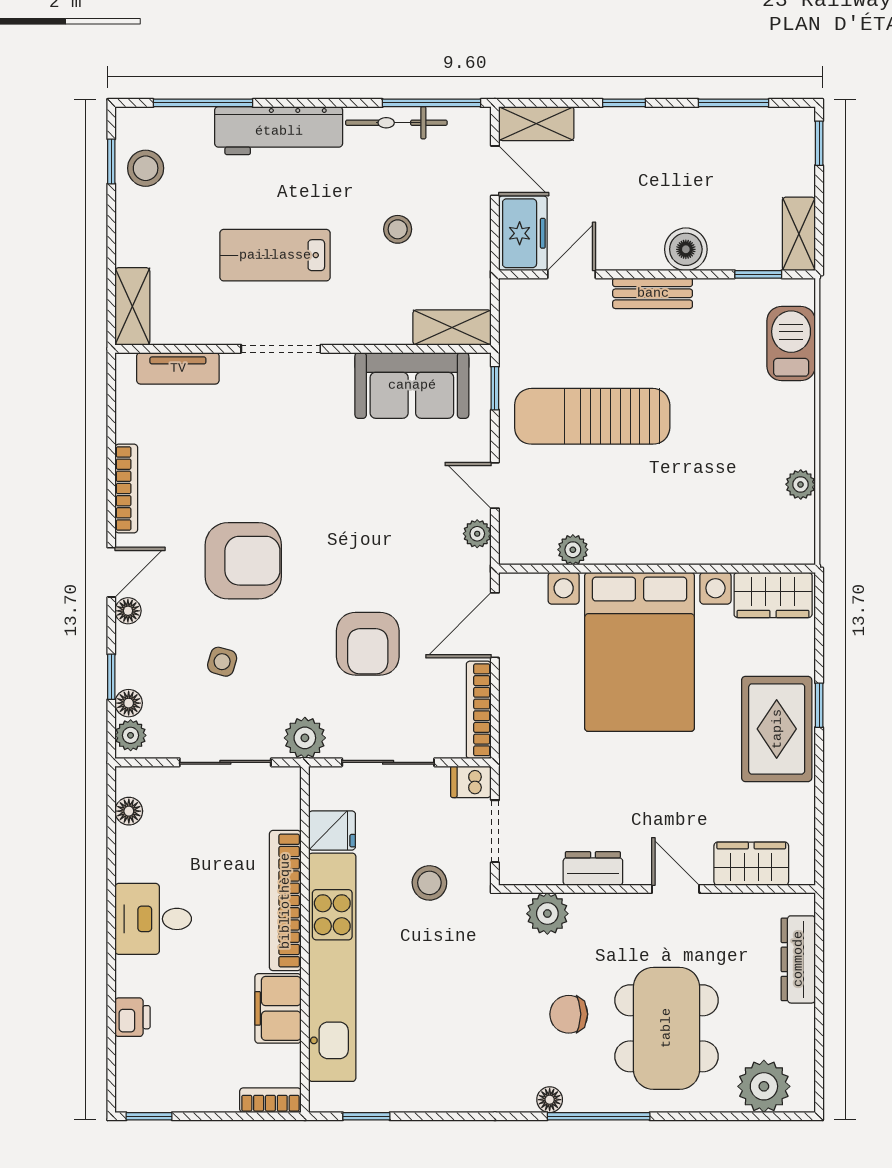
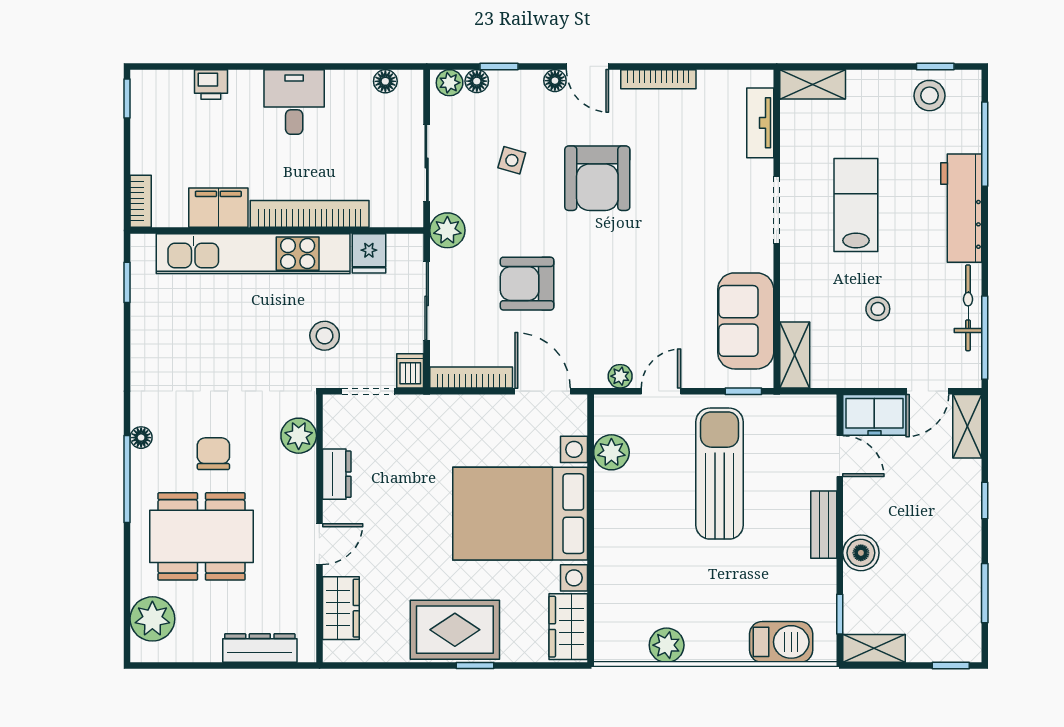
plant: (801, 484) -> (667, 645), width x1.38, depth x1.38
plant: (573, 550) -> (611, 452), width x1.38, depth x1.38

